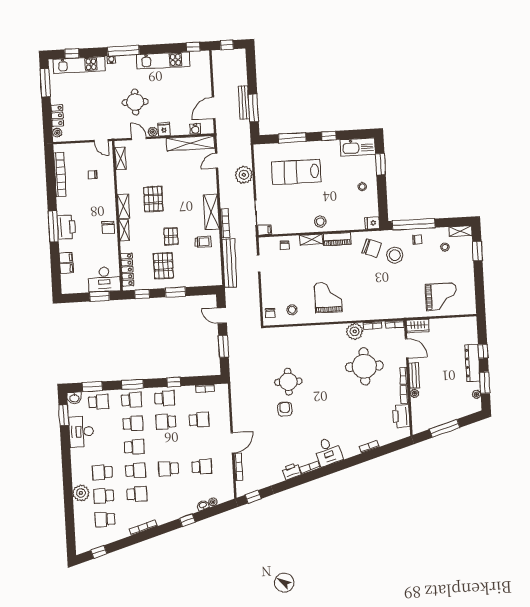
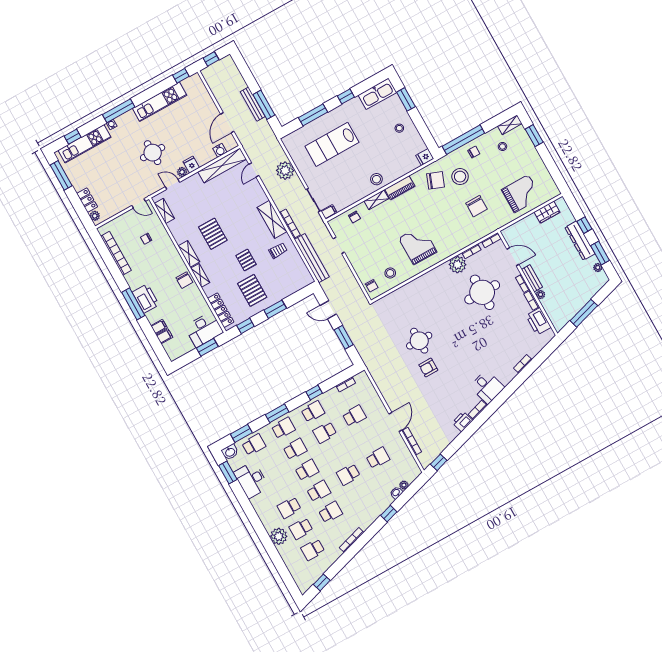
chair: (396, 288) -> (477, 206), added
wardrobe: (418, 326) -> (547, 212), moved
armchair: (285, 409) -> (428, 367), turned -90

